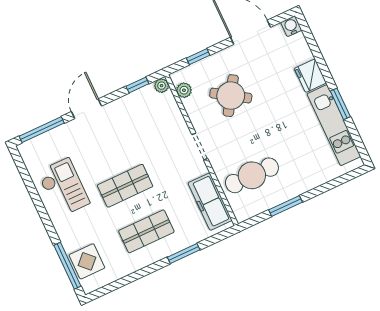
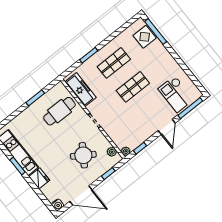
checkout: (63, 188) -> (176, 94), moved

